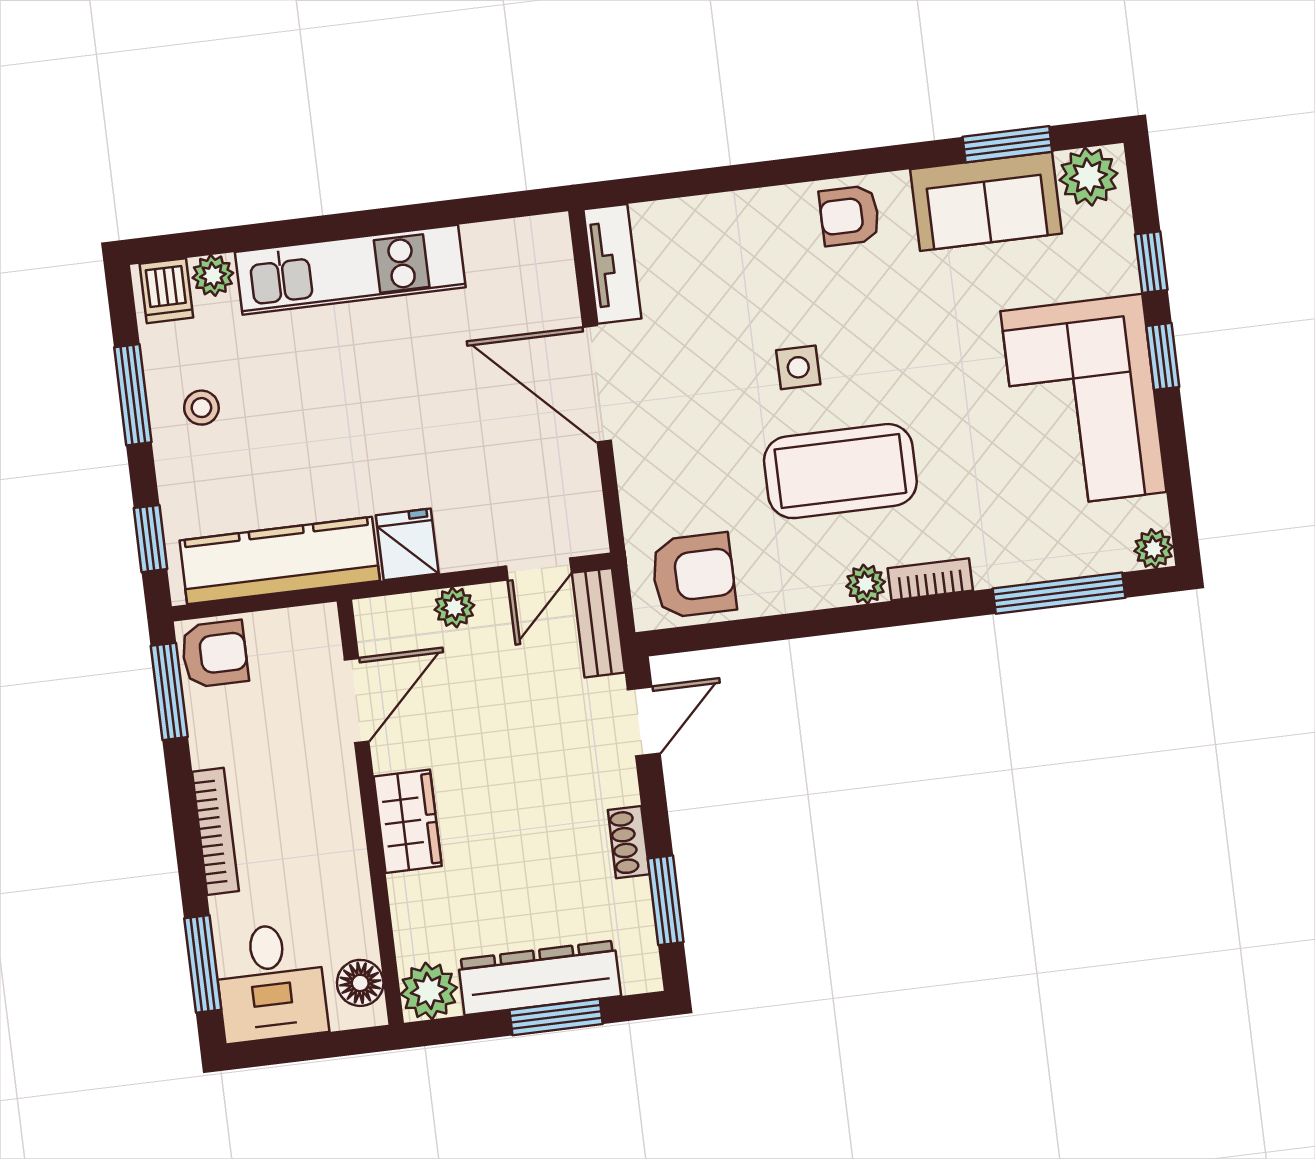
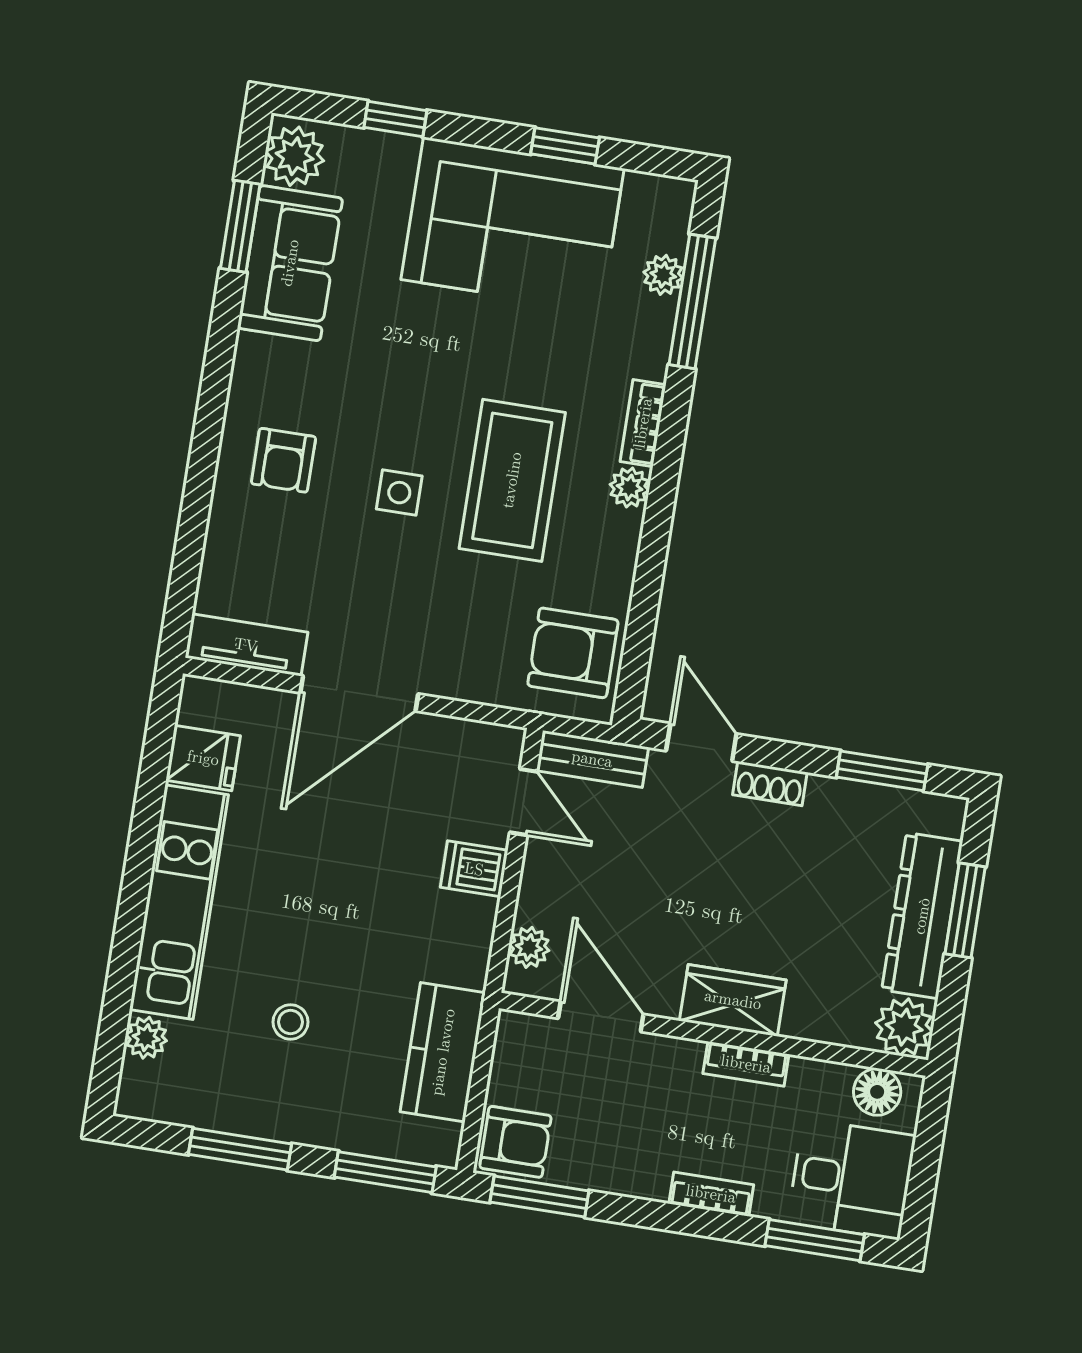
armchair: (849, 216) -> (283, 460), moved
dishwasher: (166, 291) -> (474, 869), moved, turned 180
window: (1163, 356) -> (565, 146), moved
stool: (201, 408) -> (291, 1022), moved
window: (150, 539) -> (385, 1172), width x1.50
fridge: (407, 544) -> (203, 758), moved, turned 180
plant: (1154, 549) -> (663, 275), moved
kitchen counter: (280, 561) -> (443, 1052), width x0.67
armchair: (694, 575) -> (573, 653), turned -90
plant: (454, 607) -> (529, 947), moved
armchair: (215, 654) -> (515, 1142), turned 90
bookcase: (215, 831) -> (711, 1194), width x0.64
shoe rack: (629, 842) -> (770, 784), moved
bookcase: (351, 851) -> (746, 1064), added

